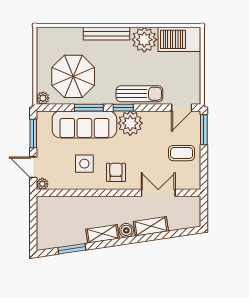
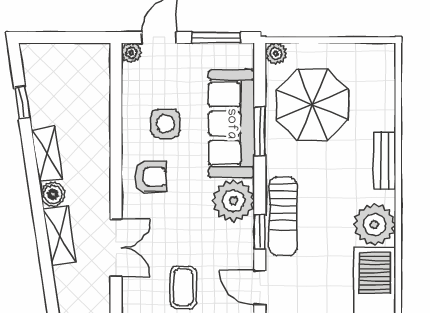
bench: (106, 34) -> (385, 161), width x0.73
window: (123, 108) -> (260, 232), moved
window: (72, 249) -> (22, 102), width x0.67

